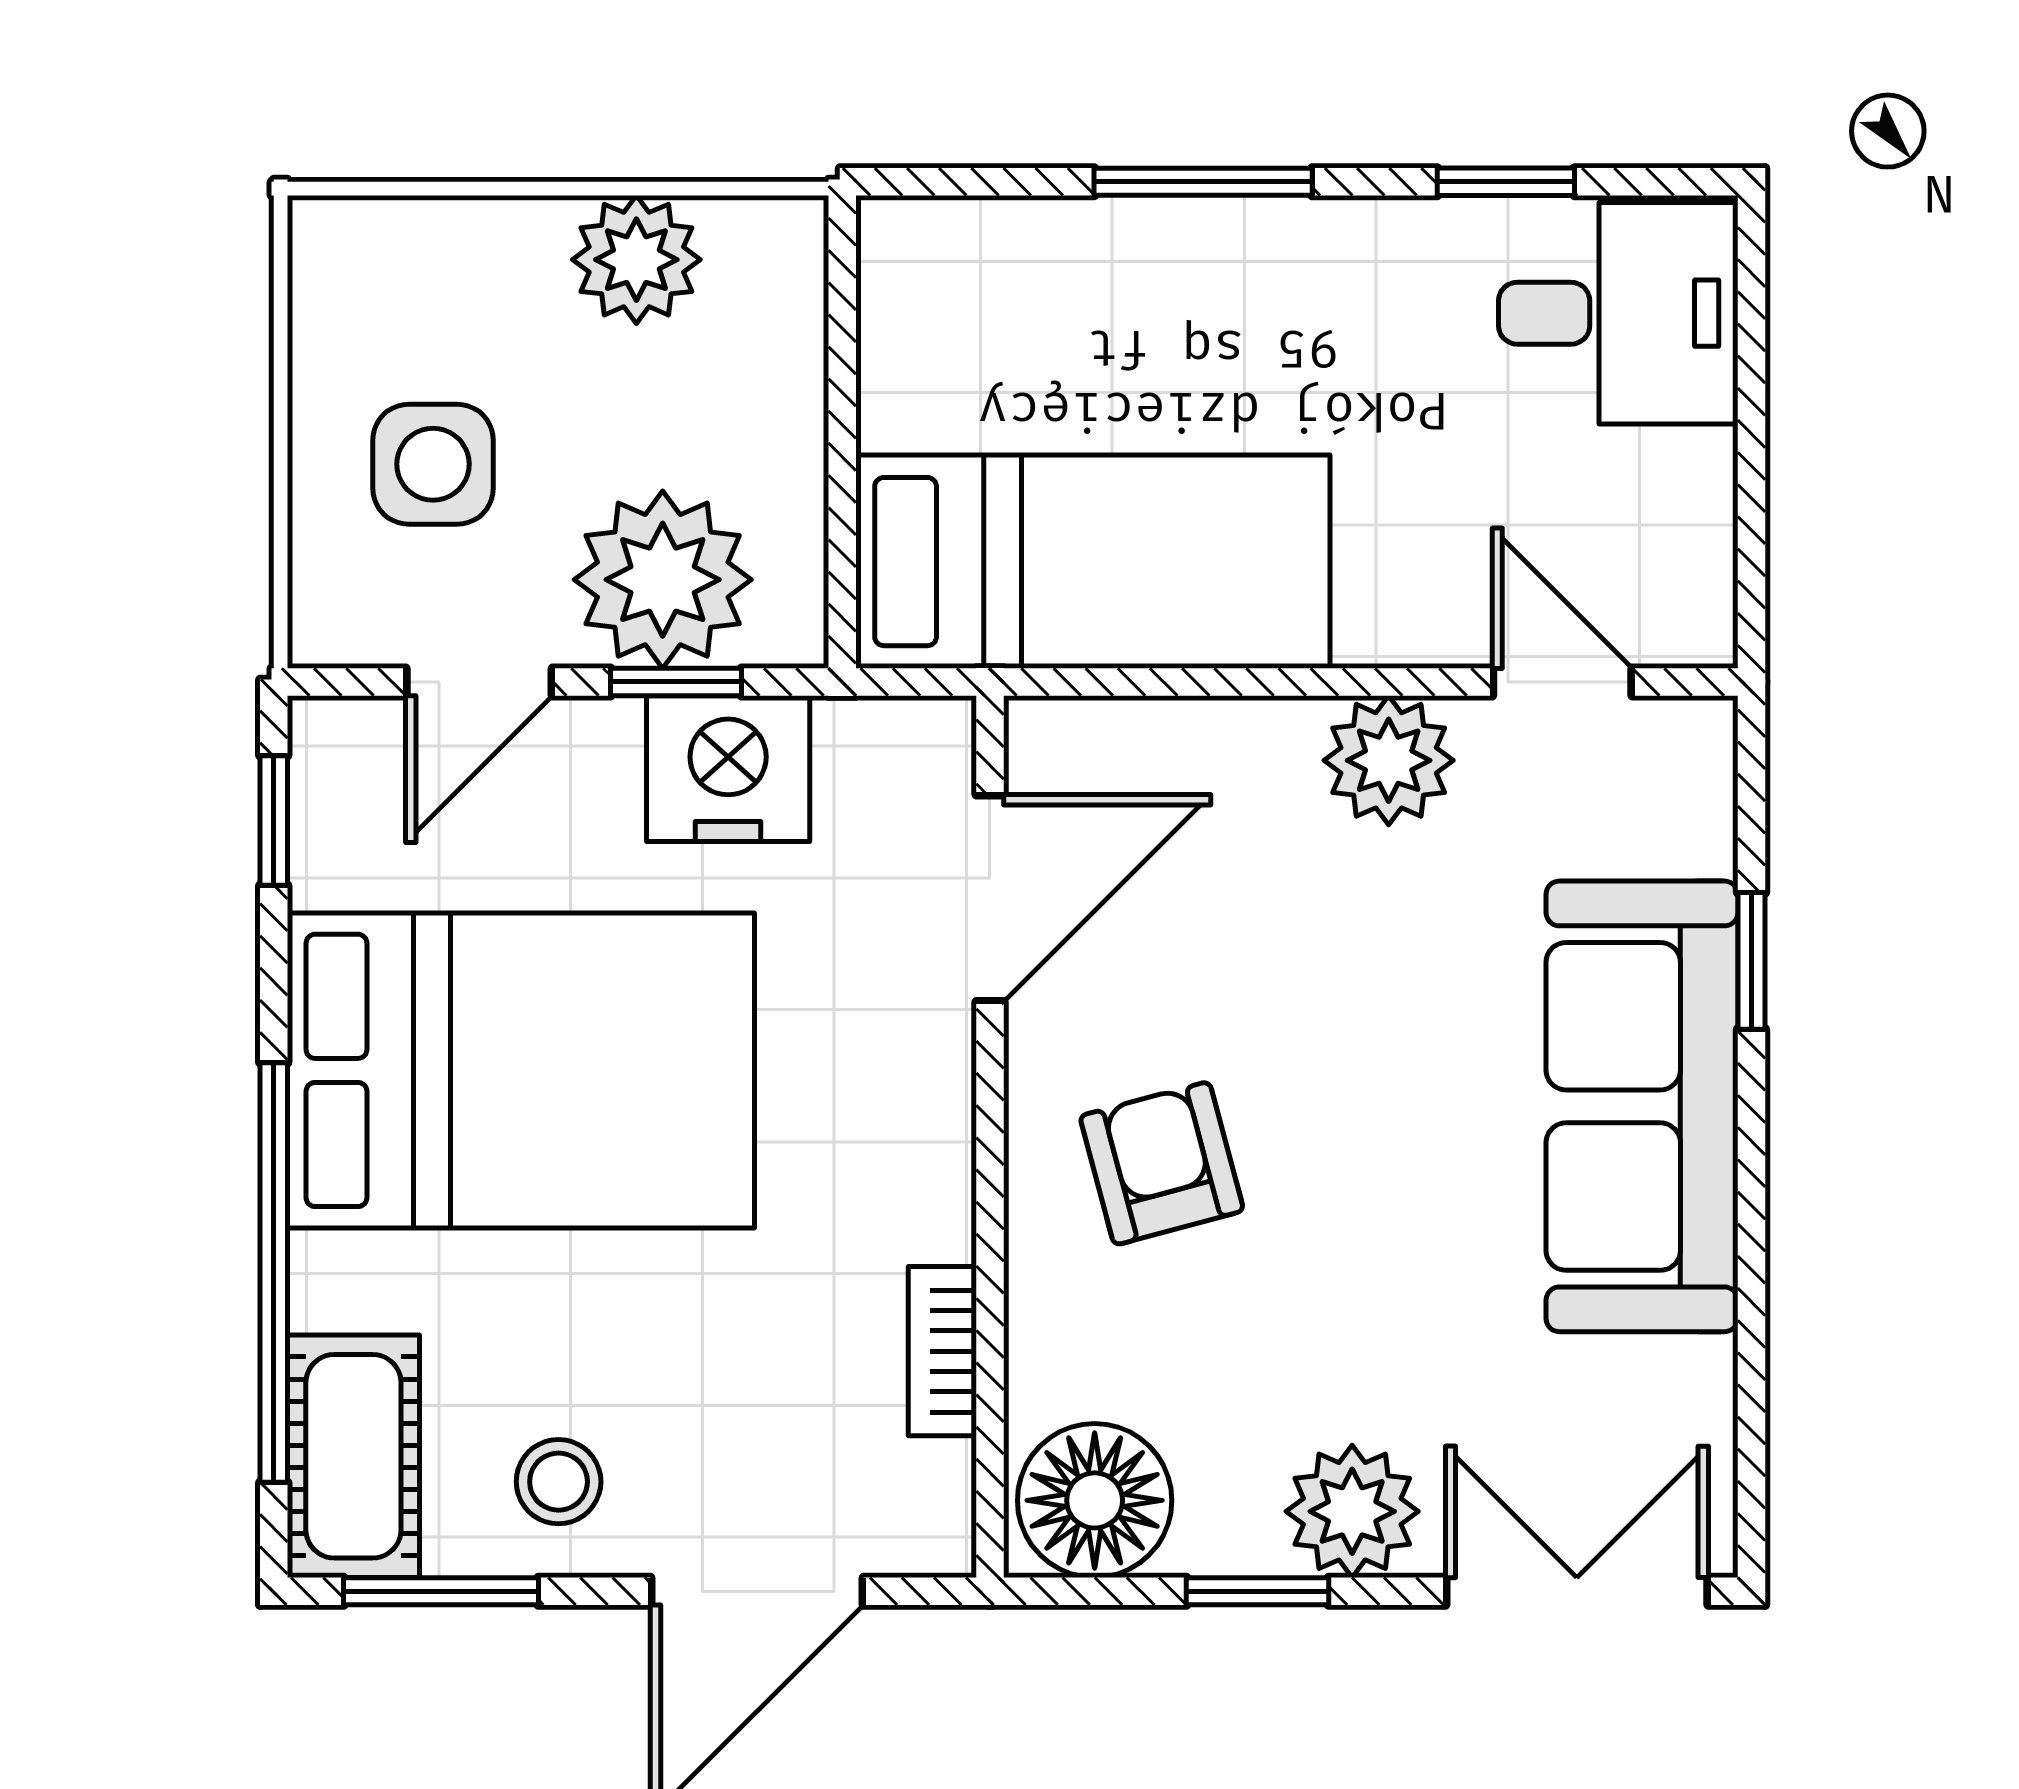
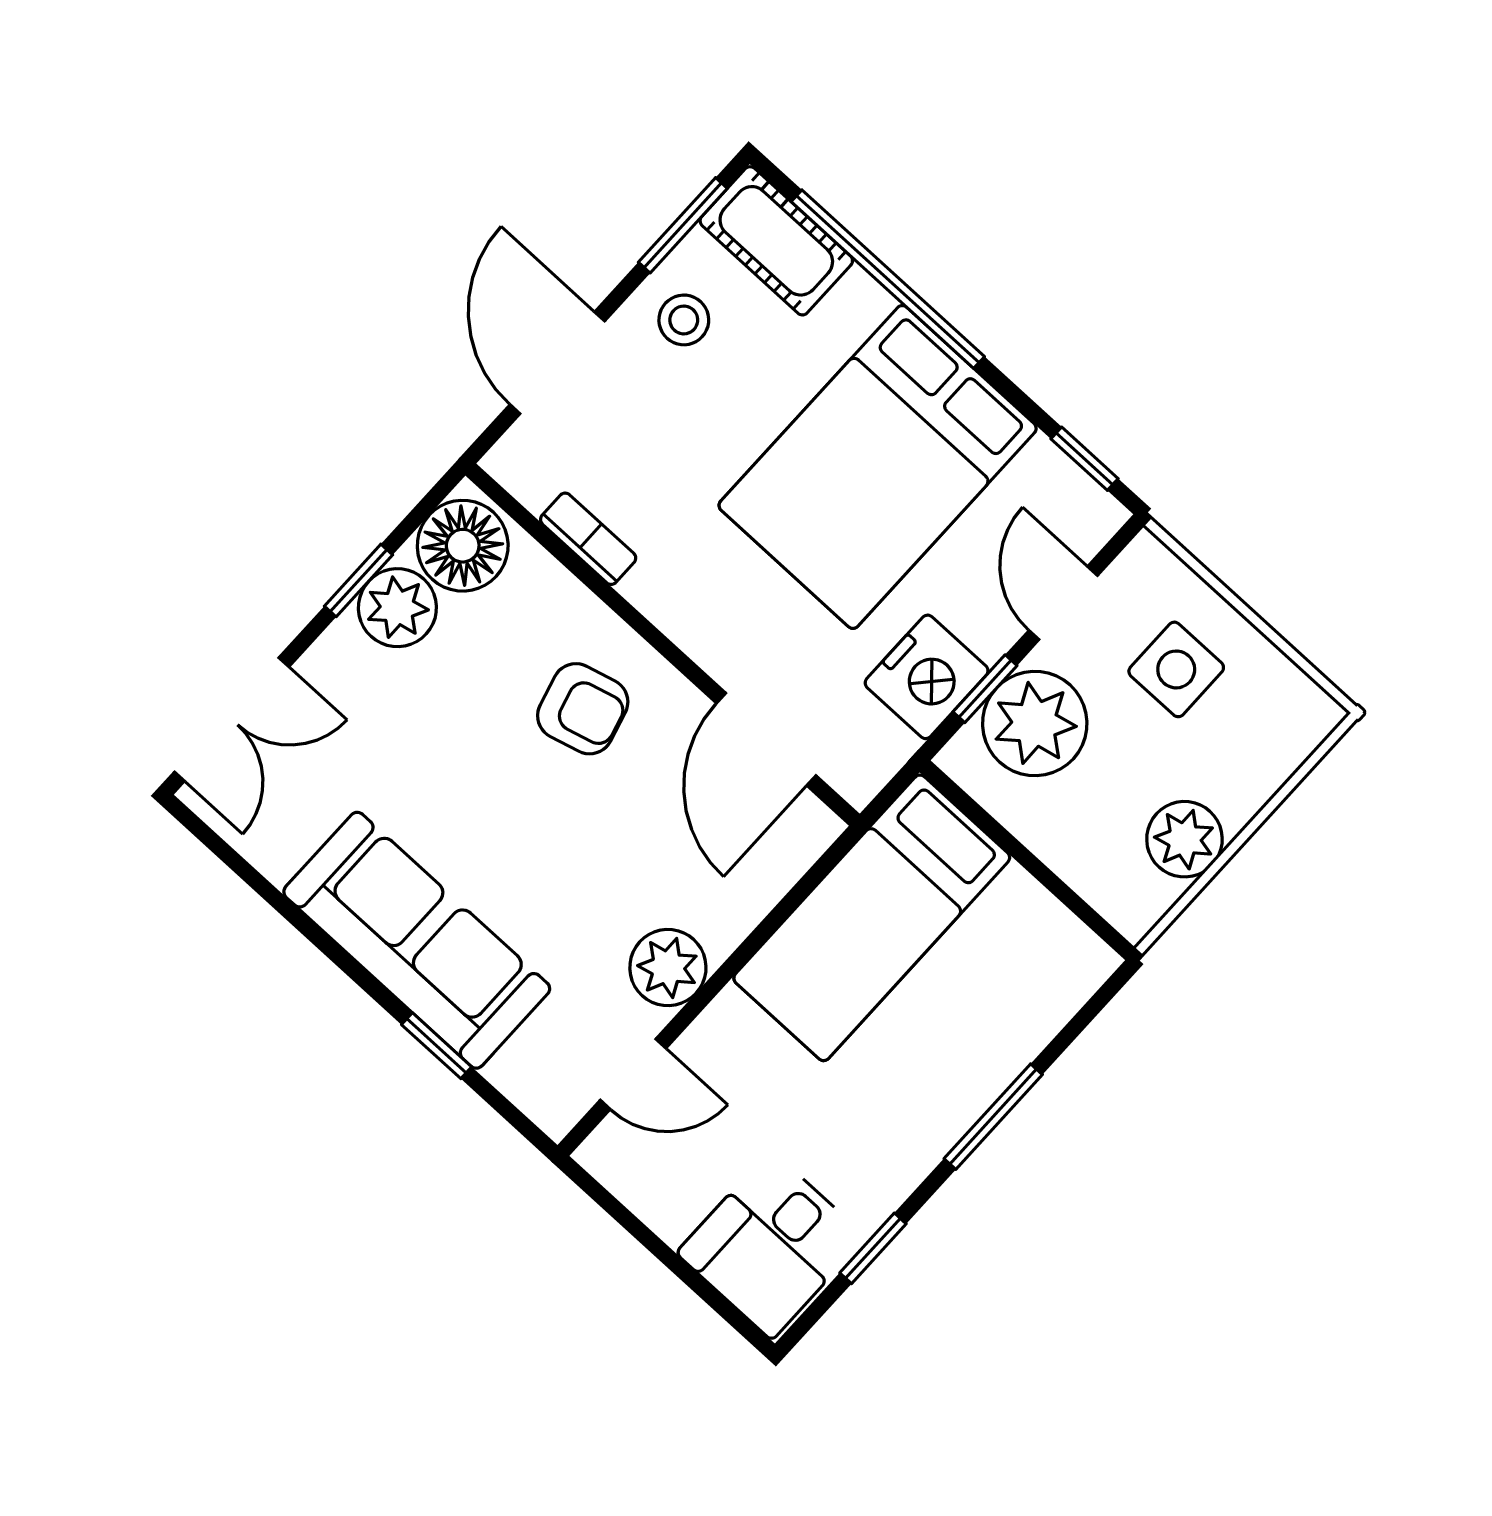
plant: (1352, 1511) -> (397, 608), moved

